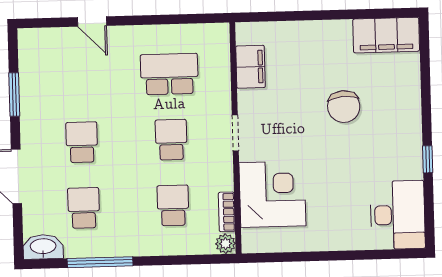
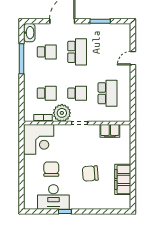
filing cabinet: (386, 35) -> (123, 179), moved
school desk: (82, 142) -> (77, 52), width x1.85
chair: (337, 191) -> (51, 169), added
corner desk: (272, 194) -> (39, 139), moved
desk: (398, 215) -> (53, 197), moved
plant: (226, 244) -> (62, 113), moved, width x1.87, depth x1.87

